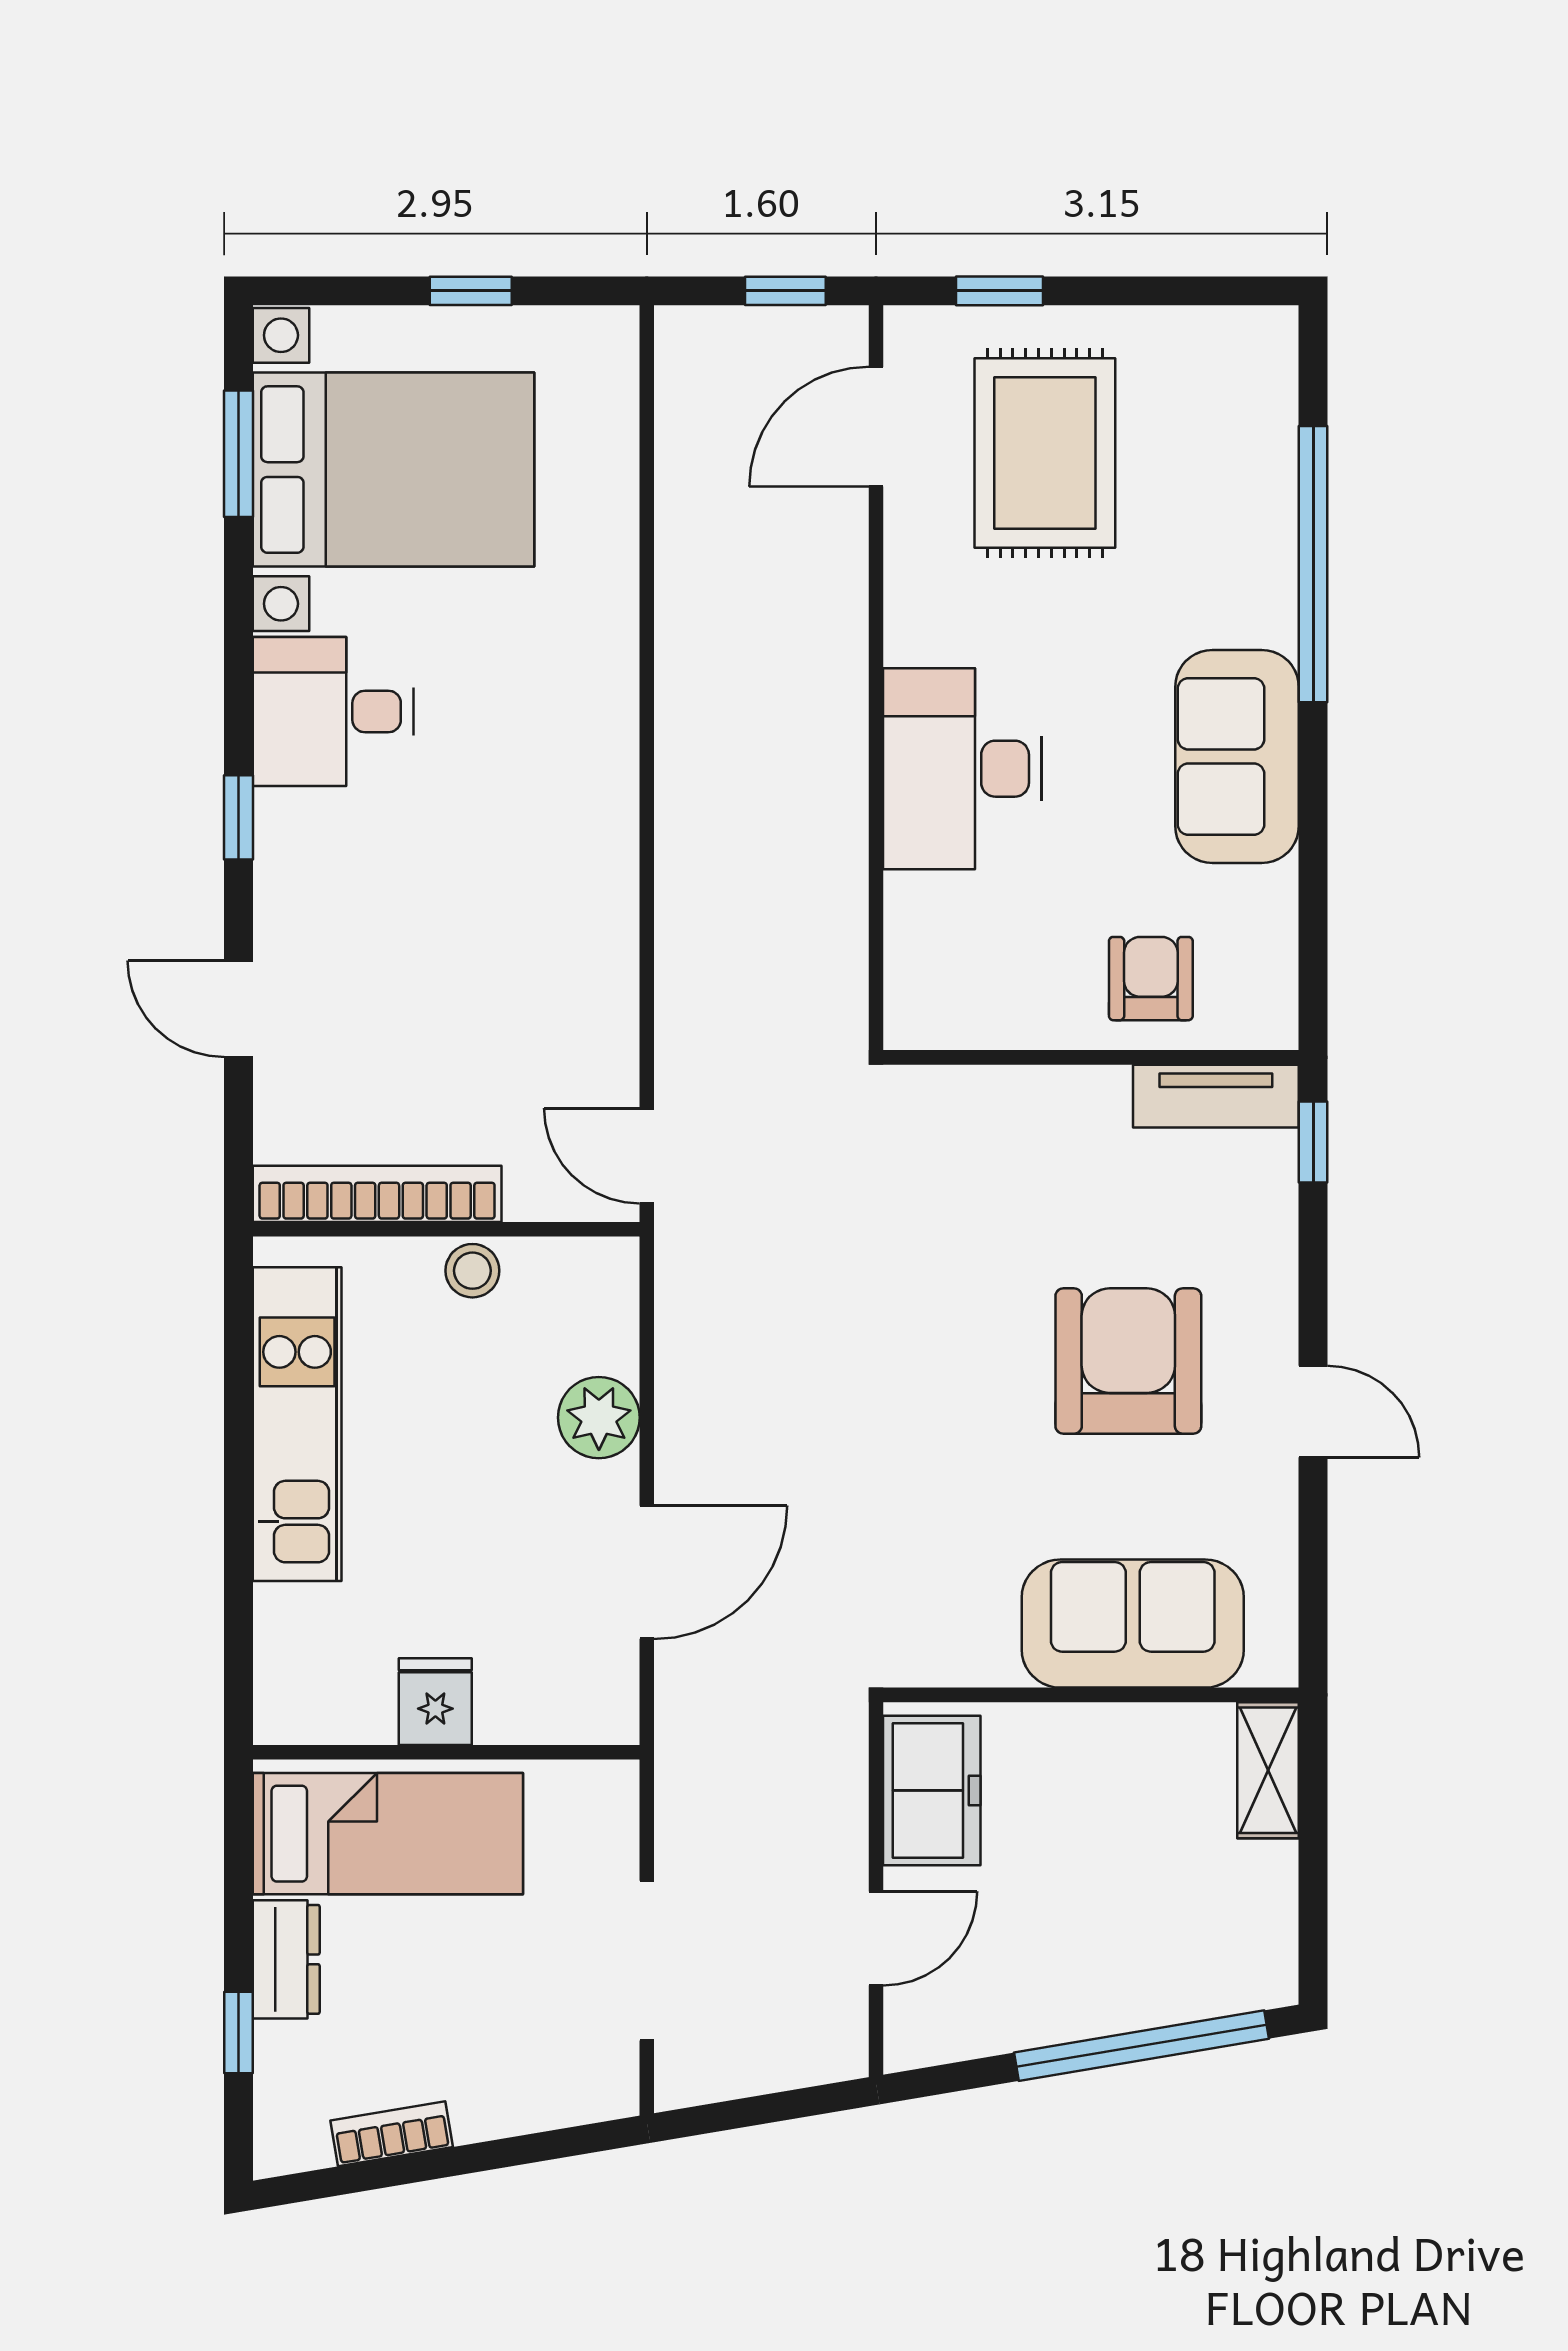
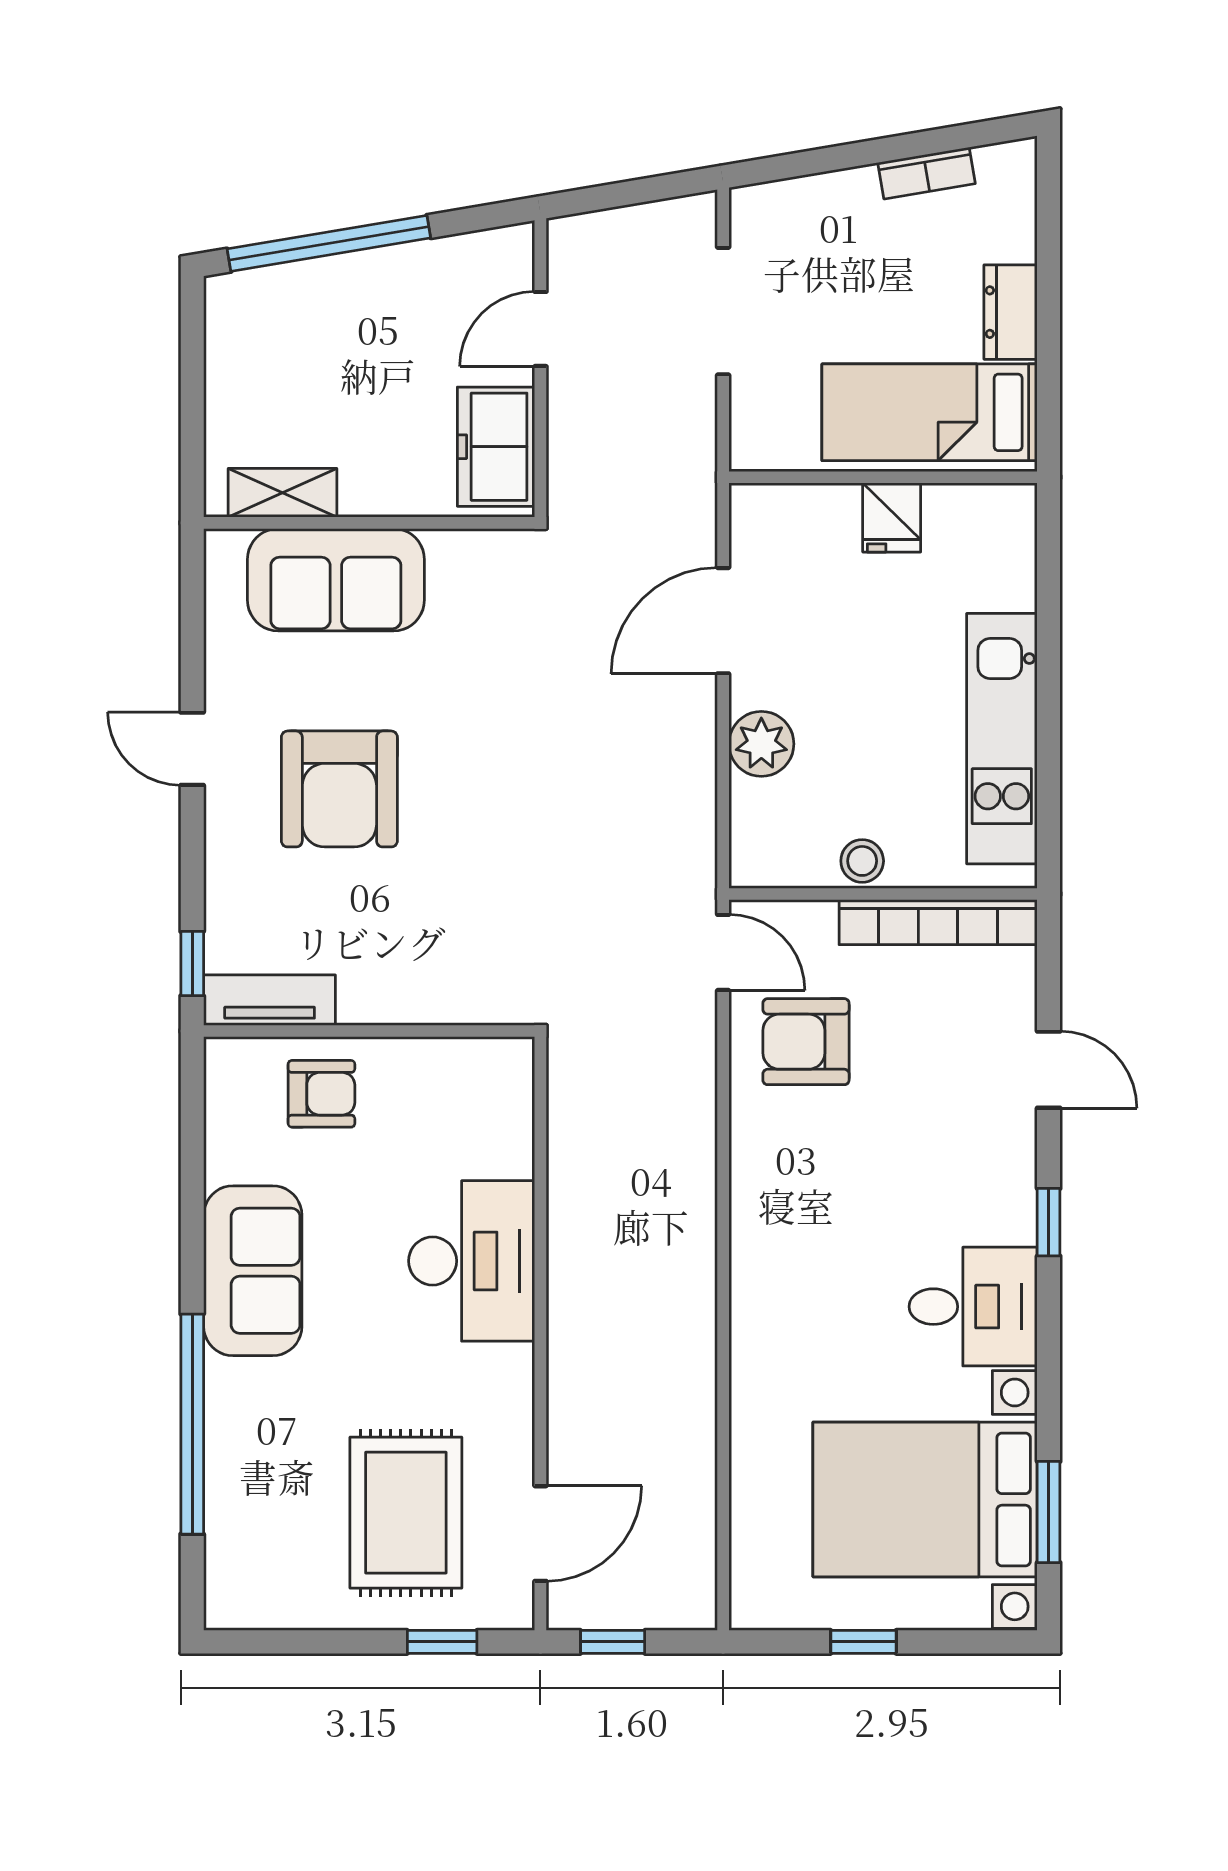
armchair: (1151, 979) -> (321, 1094), turned -90
armchair: (543, 1044) -> (806, 1042), added
shelving: (1268, 1770) -> (282, 493), moved, turned 90
window: (238, 2033) -> (1049, 254), removed

